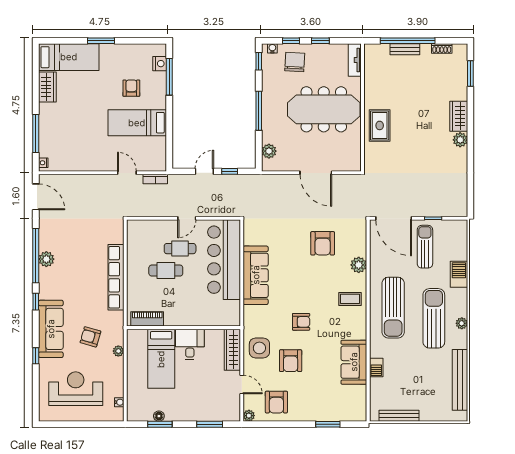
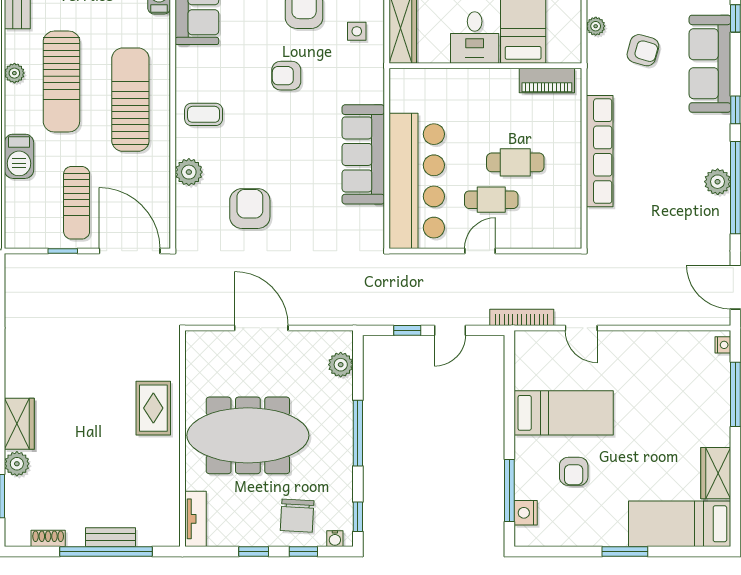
plant: (460, 140) -> (17, 464), moved
bookcase: (155, 179) -> (522, 317), width x1.56
side table: (259, 348) -> (357, 31), width x0.54, depth x0.54

